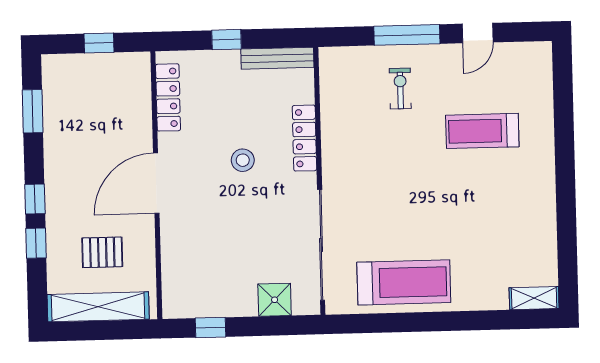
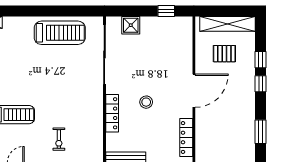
treadmill: (404, 282) -> (60, 33), turned 180

